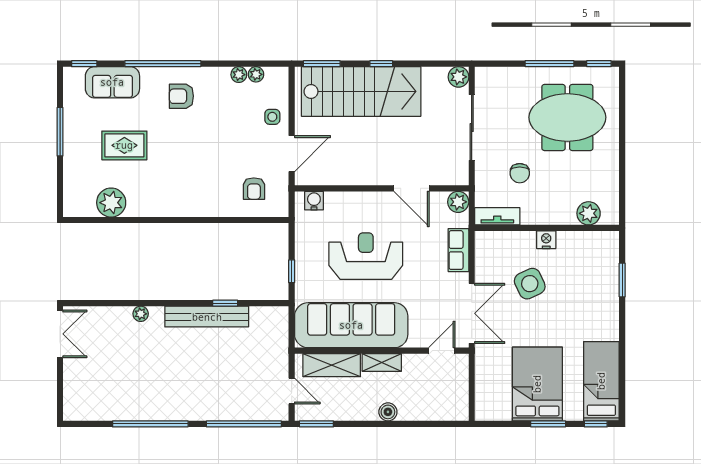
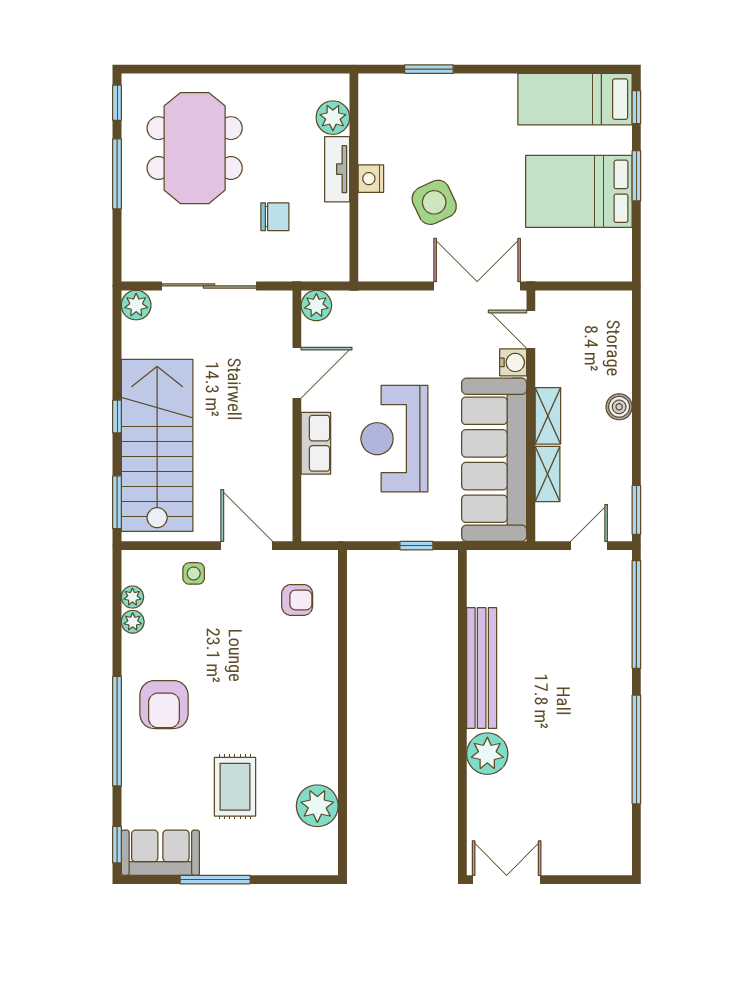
sofa: (112, 82) -> (160, 853), moved, turned -90
armchair: (181, 96) -> (164, 705), width x1.38, depth x1.38
water cooler: (314, 201) -> (513, 362), moved, turned 180
tv unit: (497, 216) -> (337, 169), moved
row of seats: (458, 250) -> (316, 443), moved, turned -90
window: (225, 303) -> (462, 641), removed
plant: (141, 314) -> (487, 754), width x1.88, depth x1.88
shelving: (332, 365) -> (548, 474), width x0.67, depth x0.75

